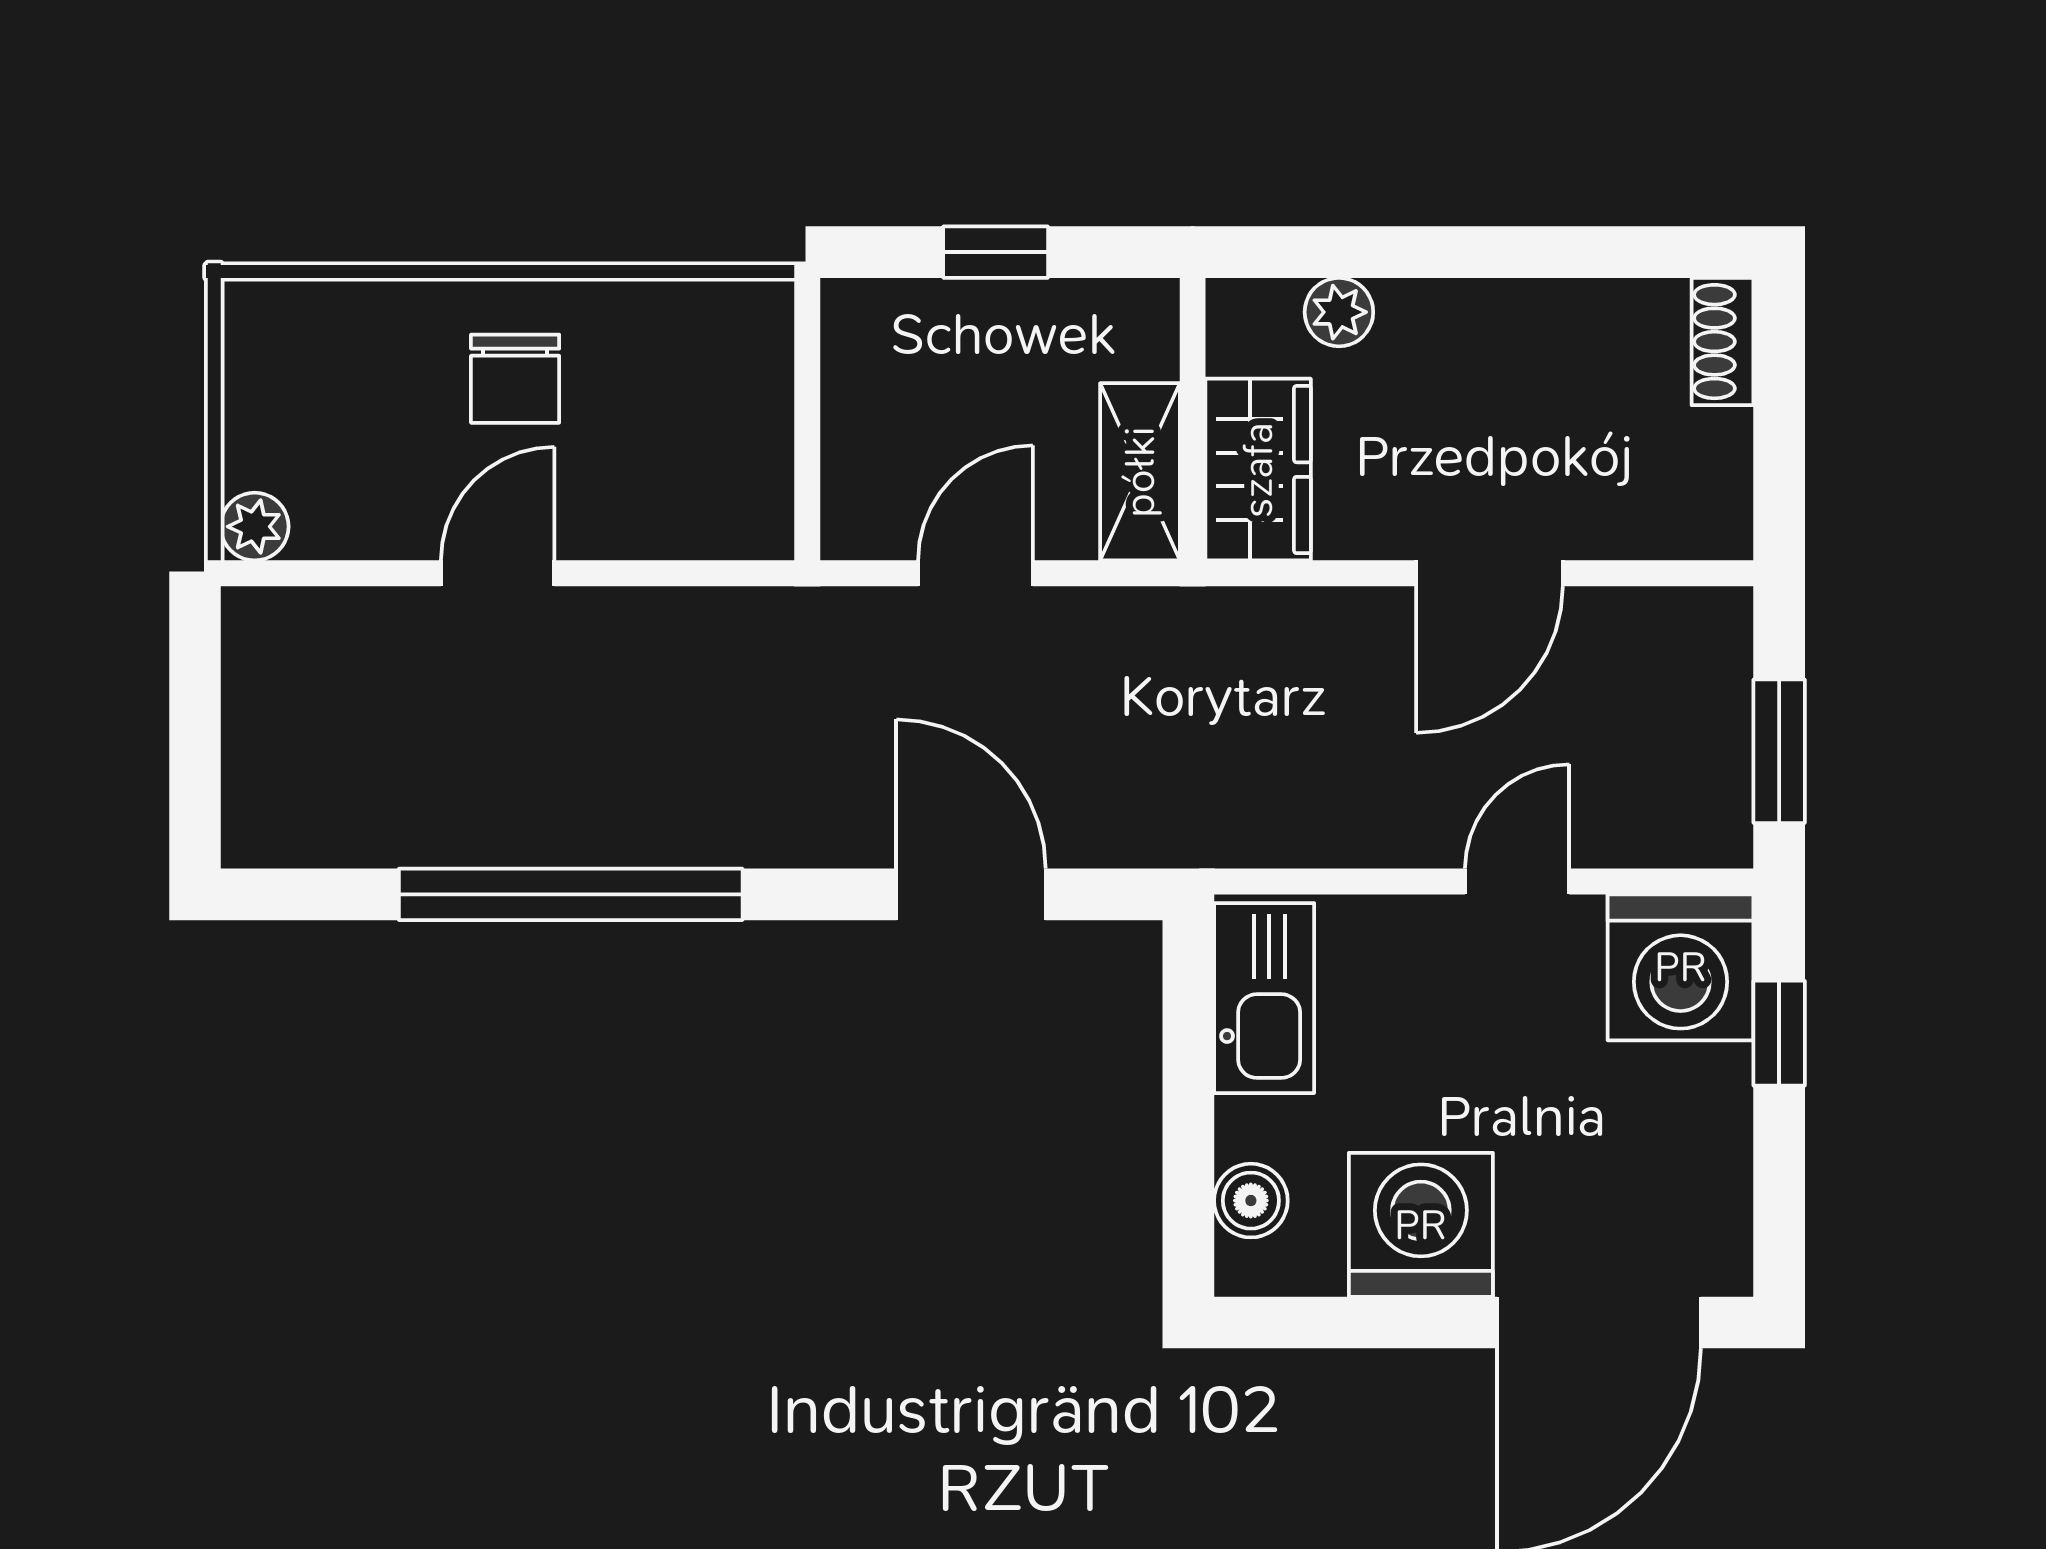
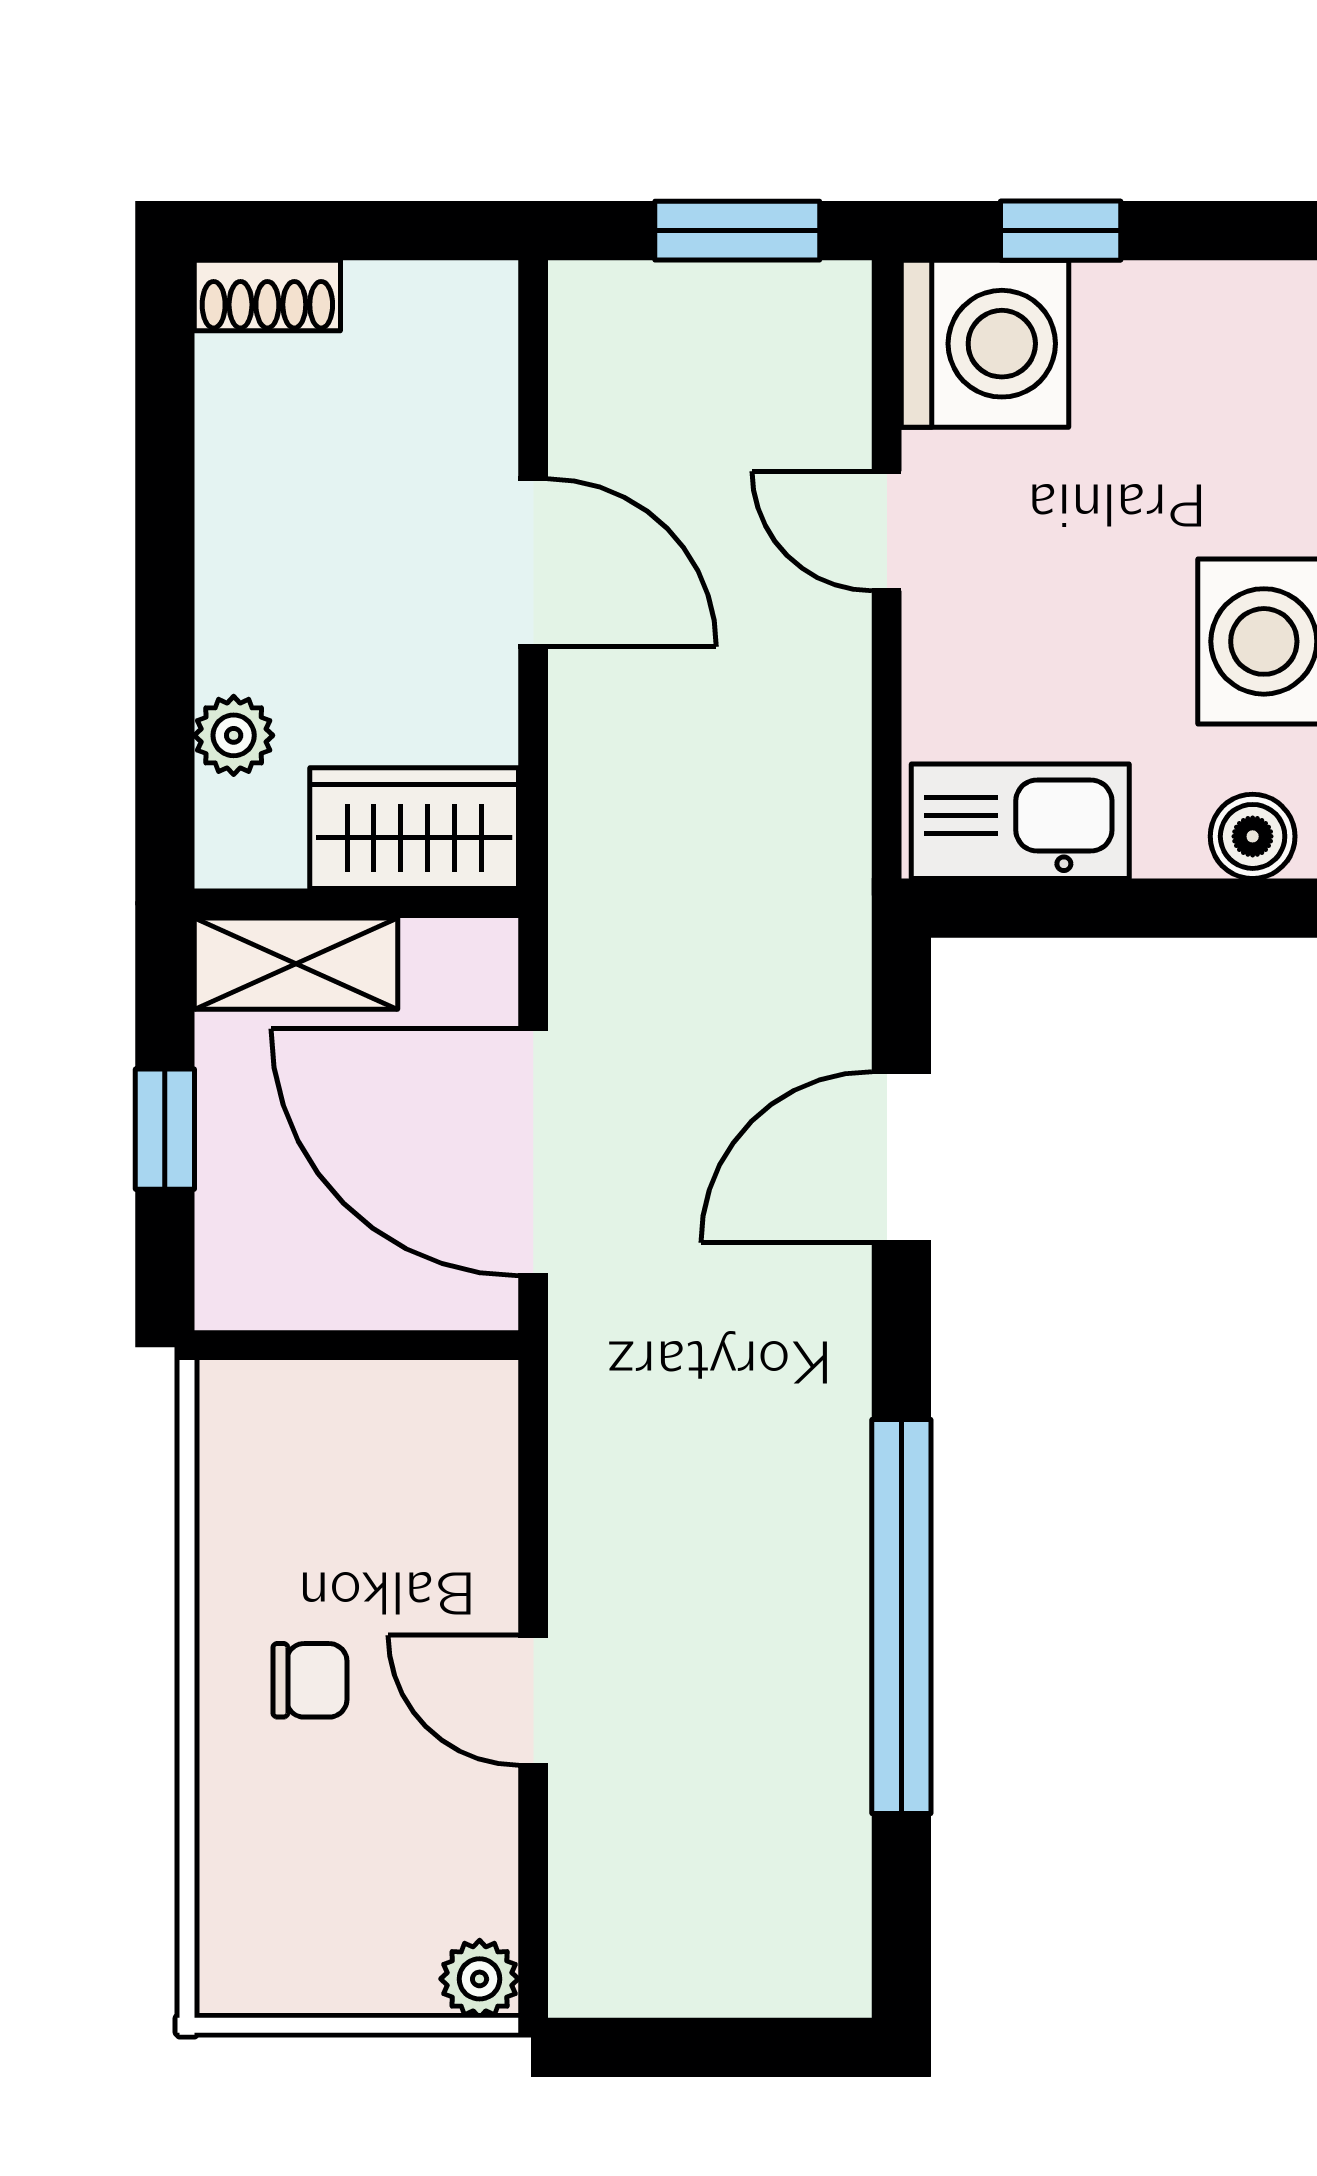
chair: (515, 379) -> (310, 1680), width x0.73, depth x0.73
shelving: (1140, 472) -> (296, 964), moved
door: (975, 573) -> (533, 1152), width x1.88

